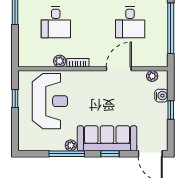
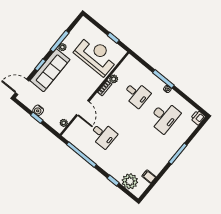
desk: (56, 22) -> (137, 94), turned 180
desk: (130, 22) -> (103, 135), turned 180
water cooler: (161, 96) -> (38, 110), moved
reception desk: (50, 101) -> (96, 56), turned 180

